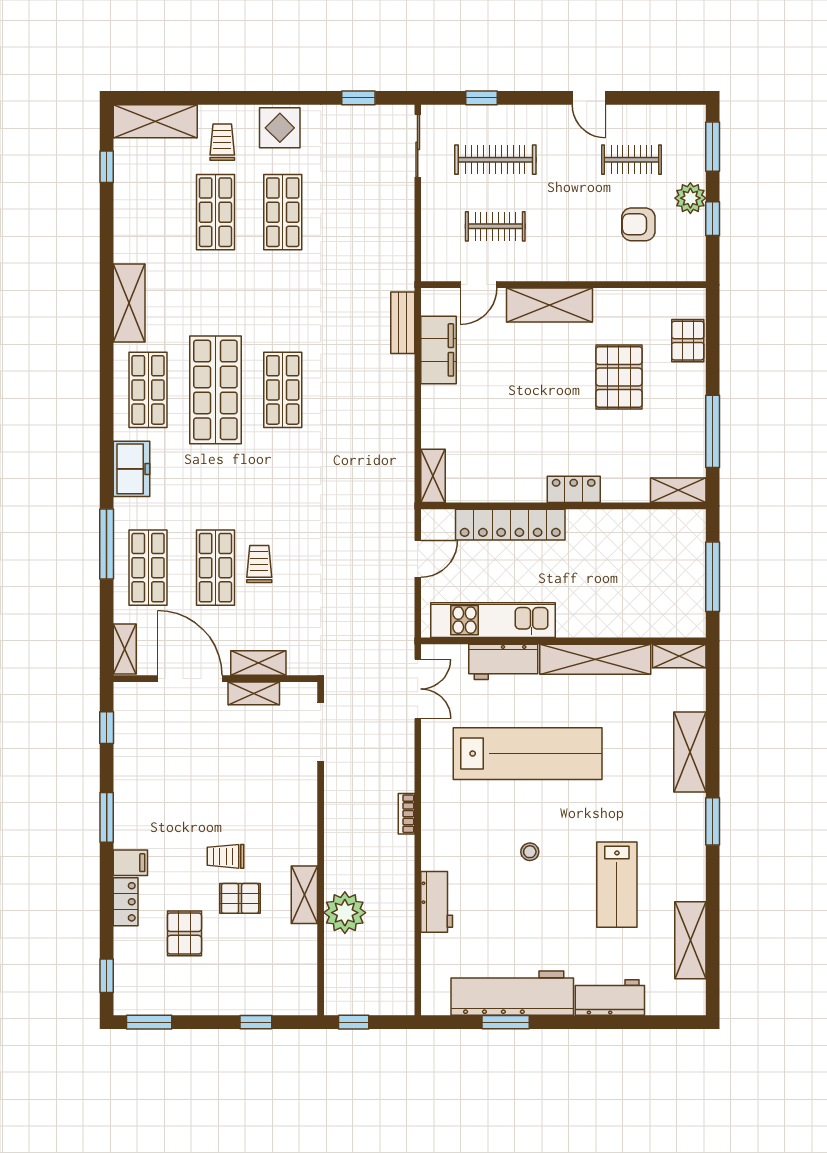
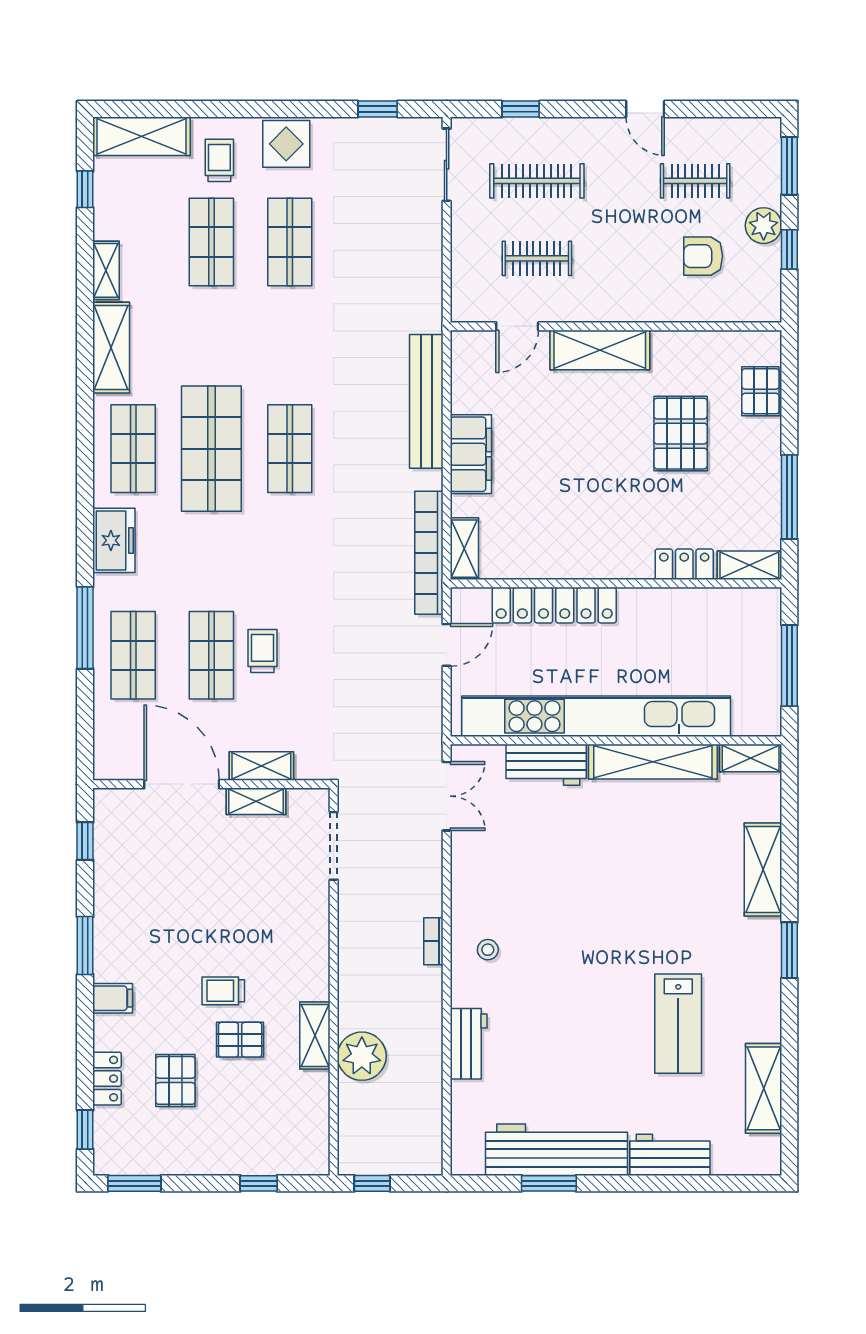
bench: (403, 323) -> (426, 401), width x1.86, depth x1.21
filing cabinet: (439, 350) -> (471, 454), moved
bookcase: (402, 480) -> (429, 553), added
locker: (574, 489) -> (684, 564), moved
kitchen unit: (493, 620) -> (596, 716), width x1.86
shelving: (125, 649) -> (106, 270), moved
lab bench: (528, 754) -> (574, 871), removed
stool: (530, 852) -> (488, 950), moved
locker: (126, 902) -> (107, 1079), moved

